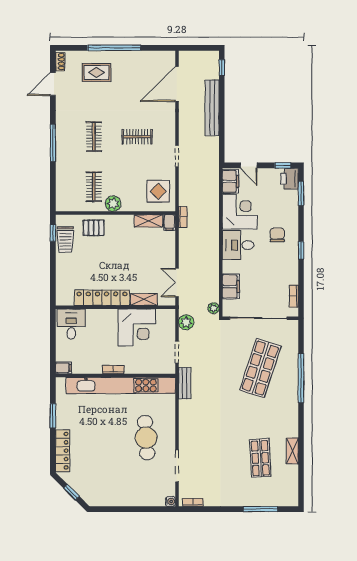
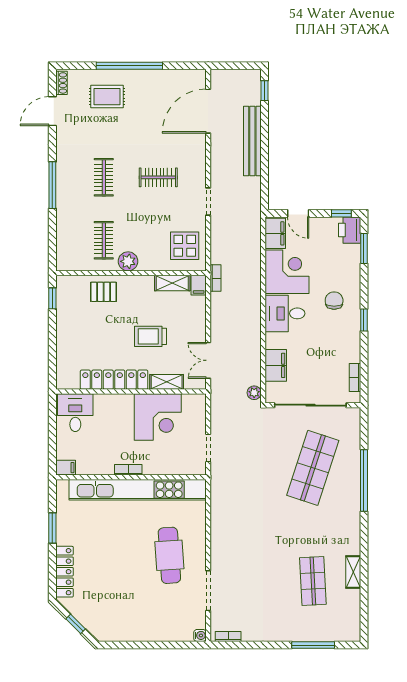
trolley: (65, 239) -> (150, 336), moved, turned 90
plant: (186, 322) -> (220, 410), removed
bench: (185, 383) -> (218, 487), removed

